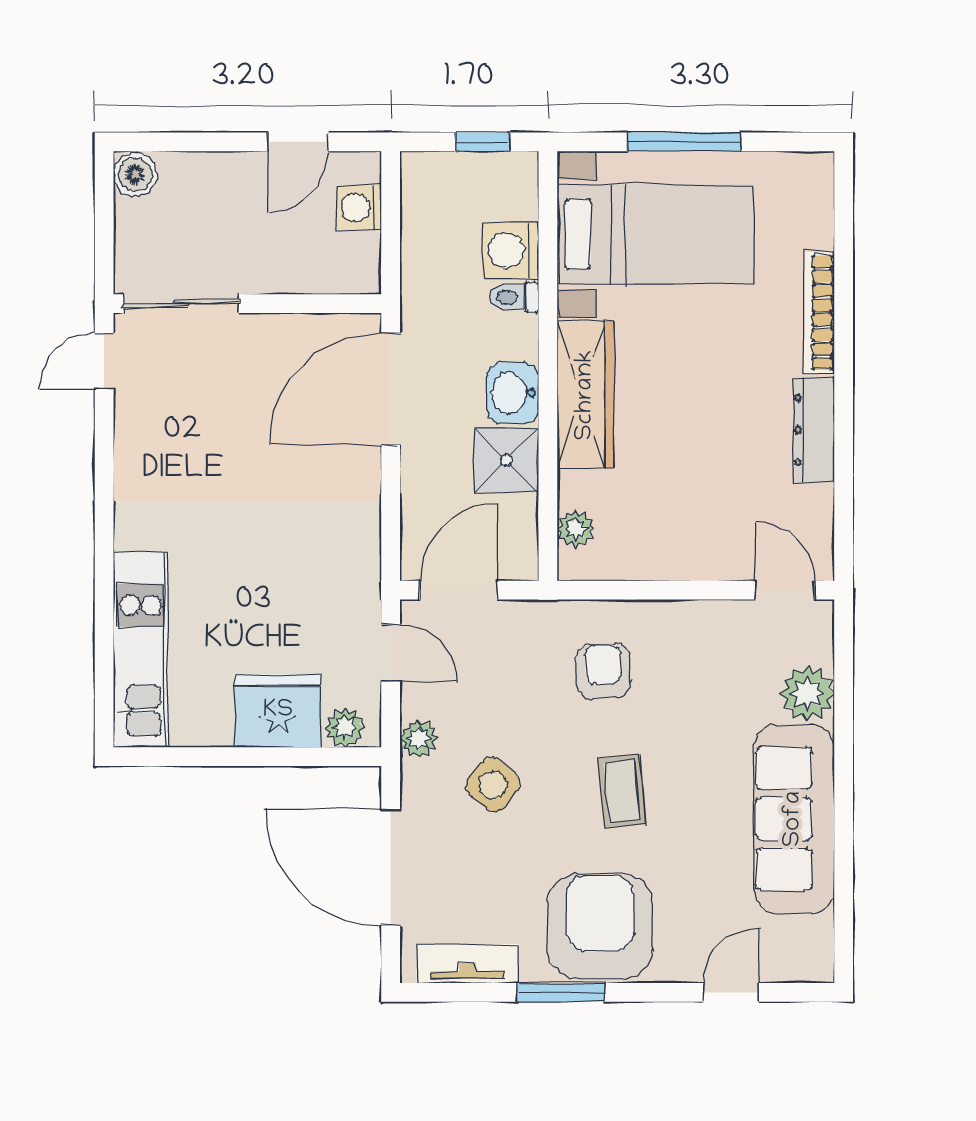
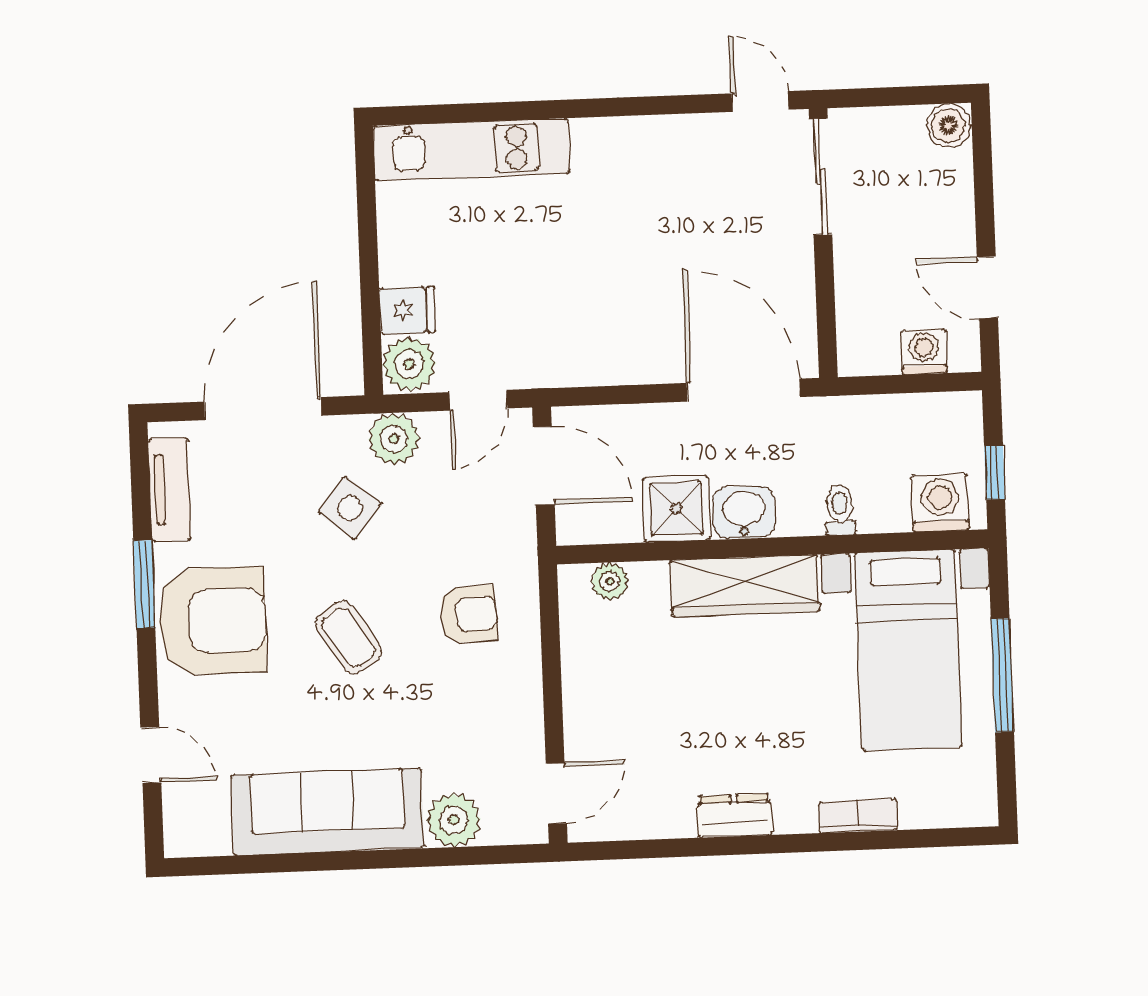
washing machine: (511, 250) -> (940, 503), moved
bookcase: (819, 313) -> (858, 816), width x0.64
dresser: (814, 430) -> (734, 816), width x0.70
fridge: (278, 711) -> (407, 310), width x0.53, depth x0.75
plant: (345, 728) -> (409, 364), width x1.38, depth x1.38
plant: (419, 738) -> (394, 439), width x1.38, depth x1.38
coffee table: (622, 791) -> (348, 637), turned 63

